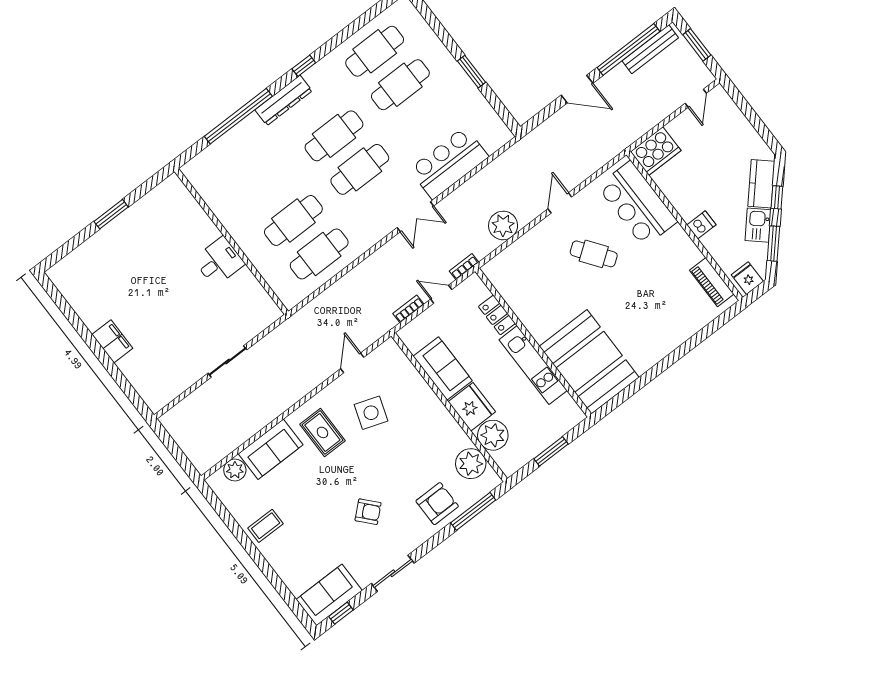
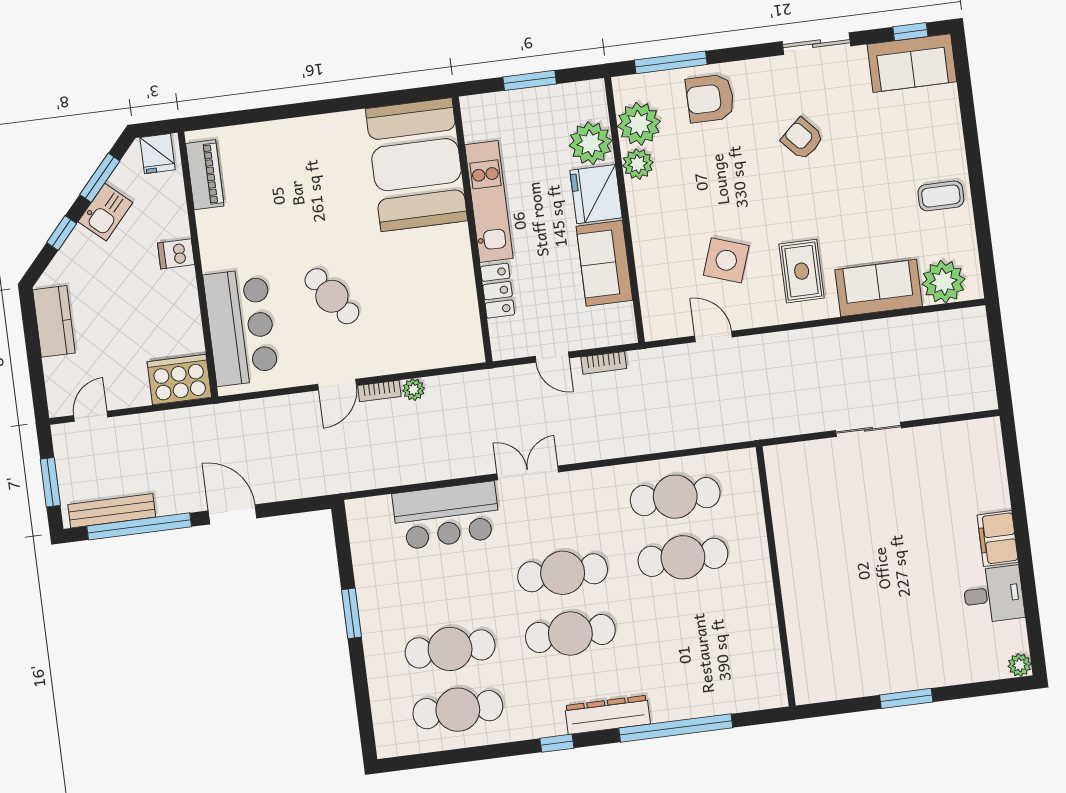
kitchen counter: (761, 184) -> (54, 321), moved, turned -42
plant: (503, 225) -> (414, 390), width x0.53, depth x0.53
desk: (219, 262) -> (993, 595), moved, turned 180
bookcase: (464, 267) -> (379, 391), moved
plant: (55, 274) -> (1020, 665), added
door: (352, 363) -> (713, 336), swing flipped
plant: (457, 439) -> (638, 164), added
plant: (235, 470) -> (943, 282), width x1.36, depth x1.36

